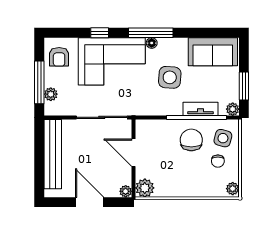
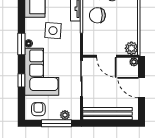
window: (151, 33) -> (21, 44), width x0.69
armchair: (59, 57) -> (38, 109), turned -90
door: (134, 153) -> (106, 56), hinge flipped
door: (90, 202) -> (142, 87), hinge flipped

